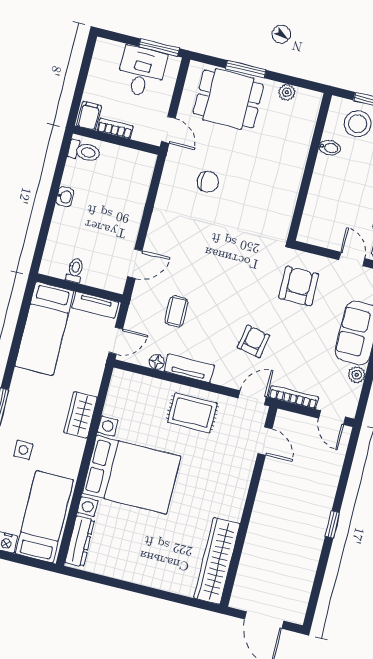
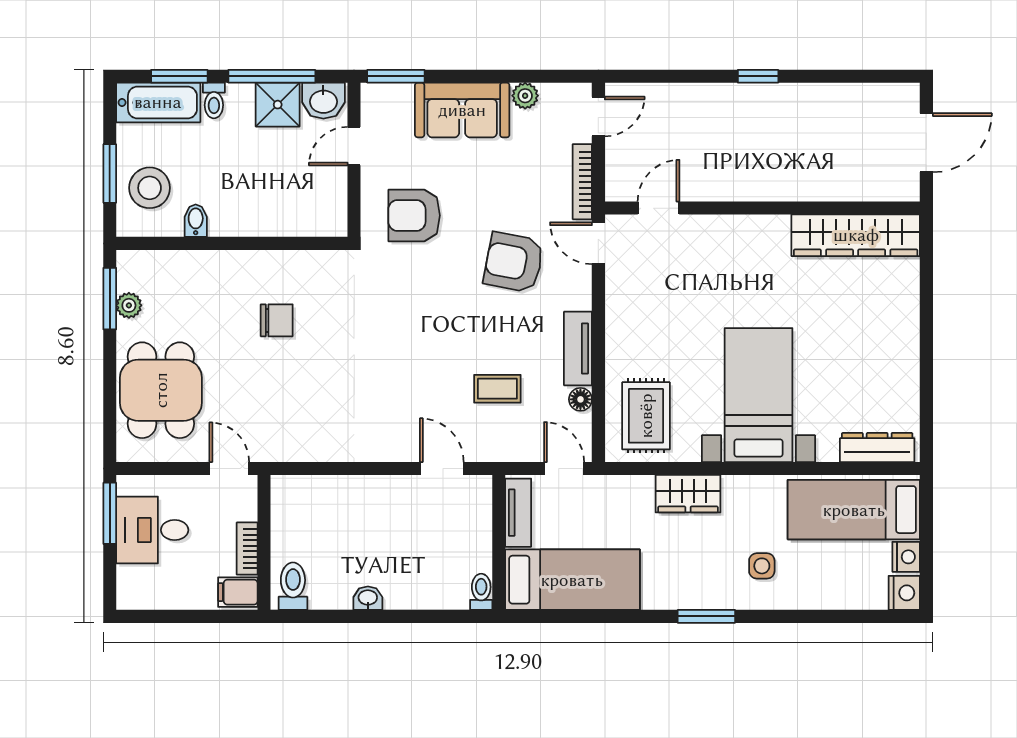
window: (246, 69) -> (110, 299), moved
door: (168, 130) -> (229, 468), hinge flipped
chair: (208, 182) -> (277, 320), moved, turned 90
toilet: (75, 270) -> (481, 592), moved, turned 90
armchair: (254, 341) -> (514, 262), width x1.38, depth x1.38
rug: (192, 413) -> (646, 416), moved
bed with nightstands: (131, 475) -> (759, 395), width x0.73

